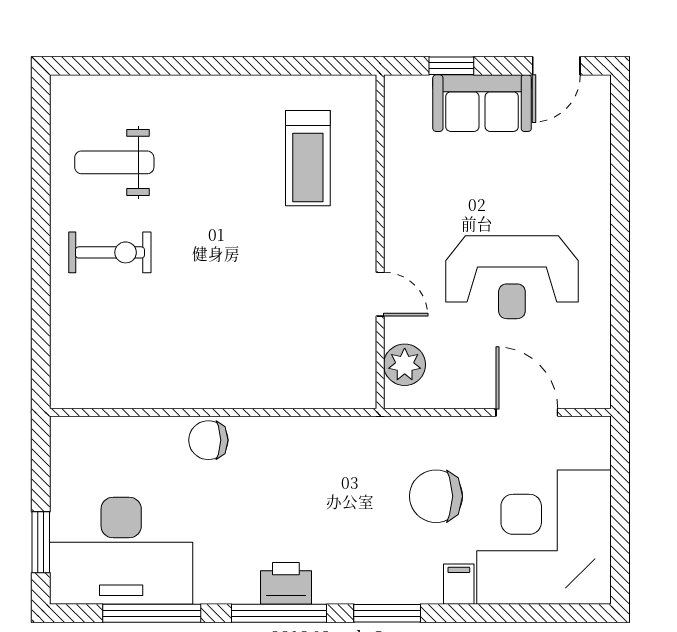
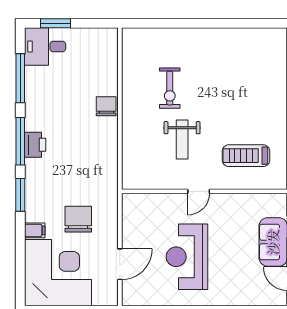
weight bench: (114, 162) -> (182, 139), moved, turned 180
exercise bike: (110, 252) -> (170, 88), moved
door: (380, 294) -> (199, 191), moved
plant: (405, 365) -> (143, 204), removed
desk: (121, 551) -> (45, 47), width x0.53, depth x0.77

